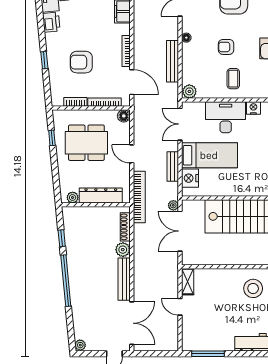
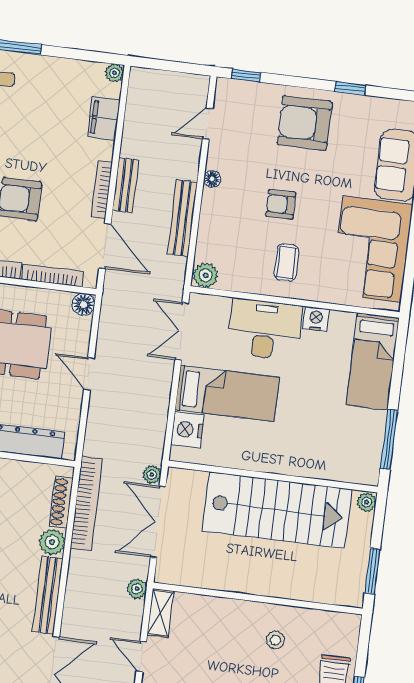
bench: (173, 166) -> (126, 185), moved
bookcase: (139, 197) -> (86, 504), moved
plant: (173, 270) -> (137, 589), added
stool: (253, 288) -> (275, 640), width x0.53, depth x0.53

